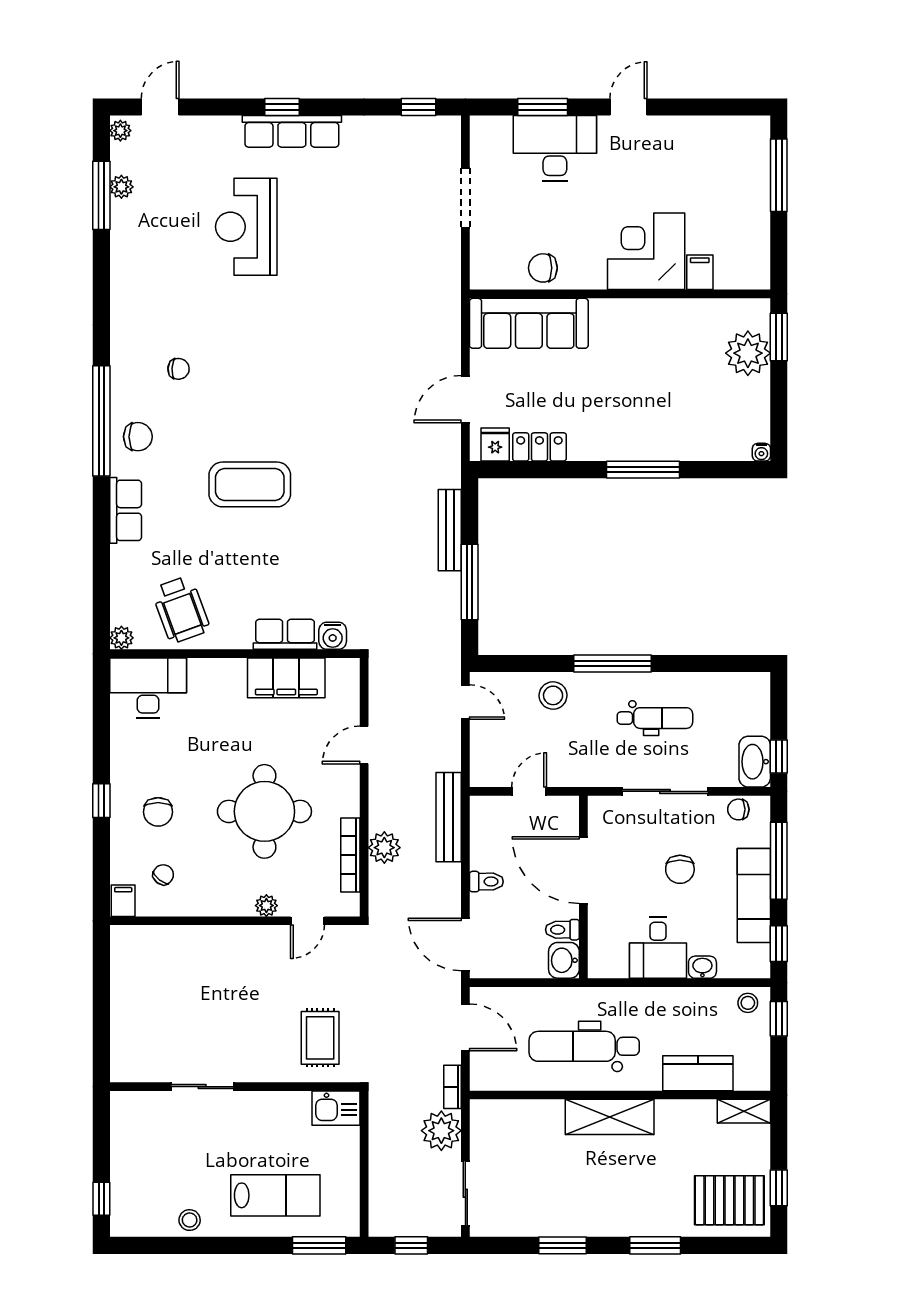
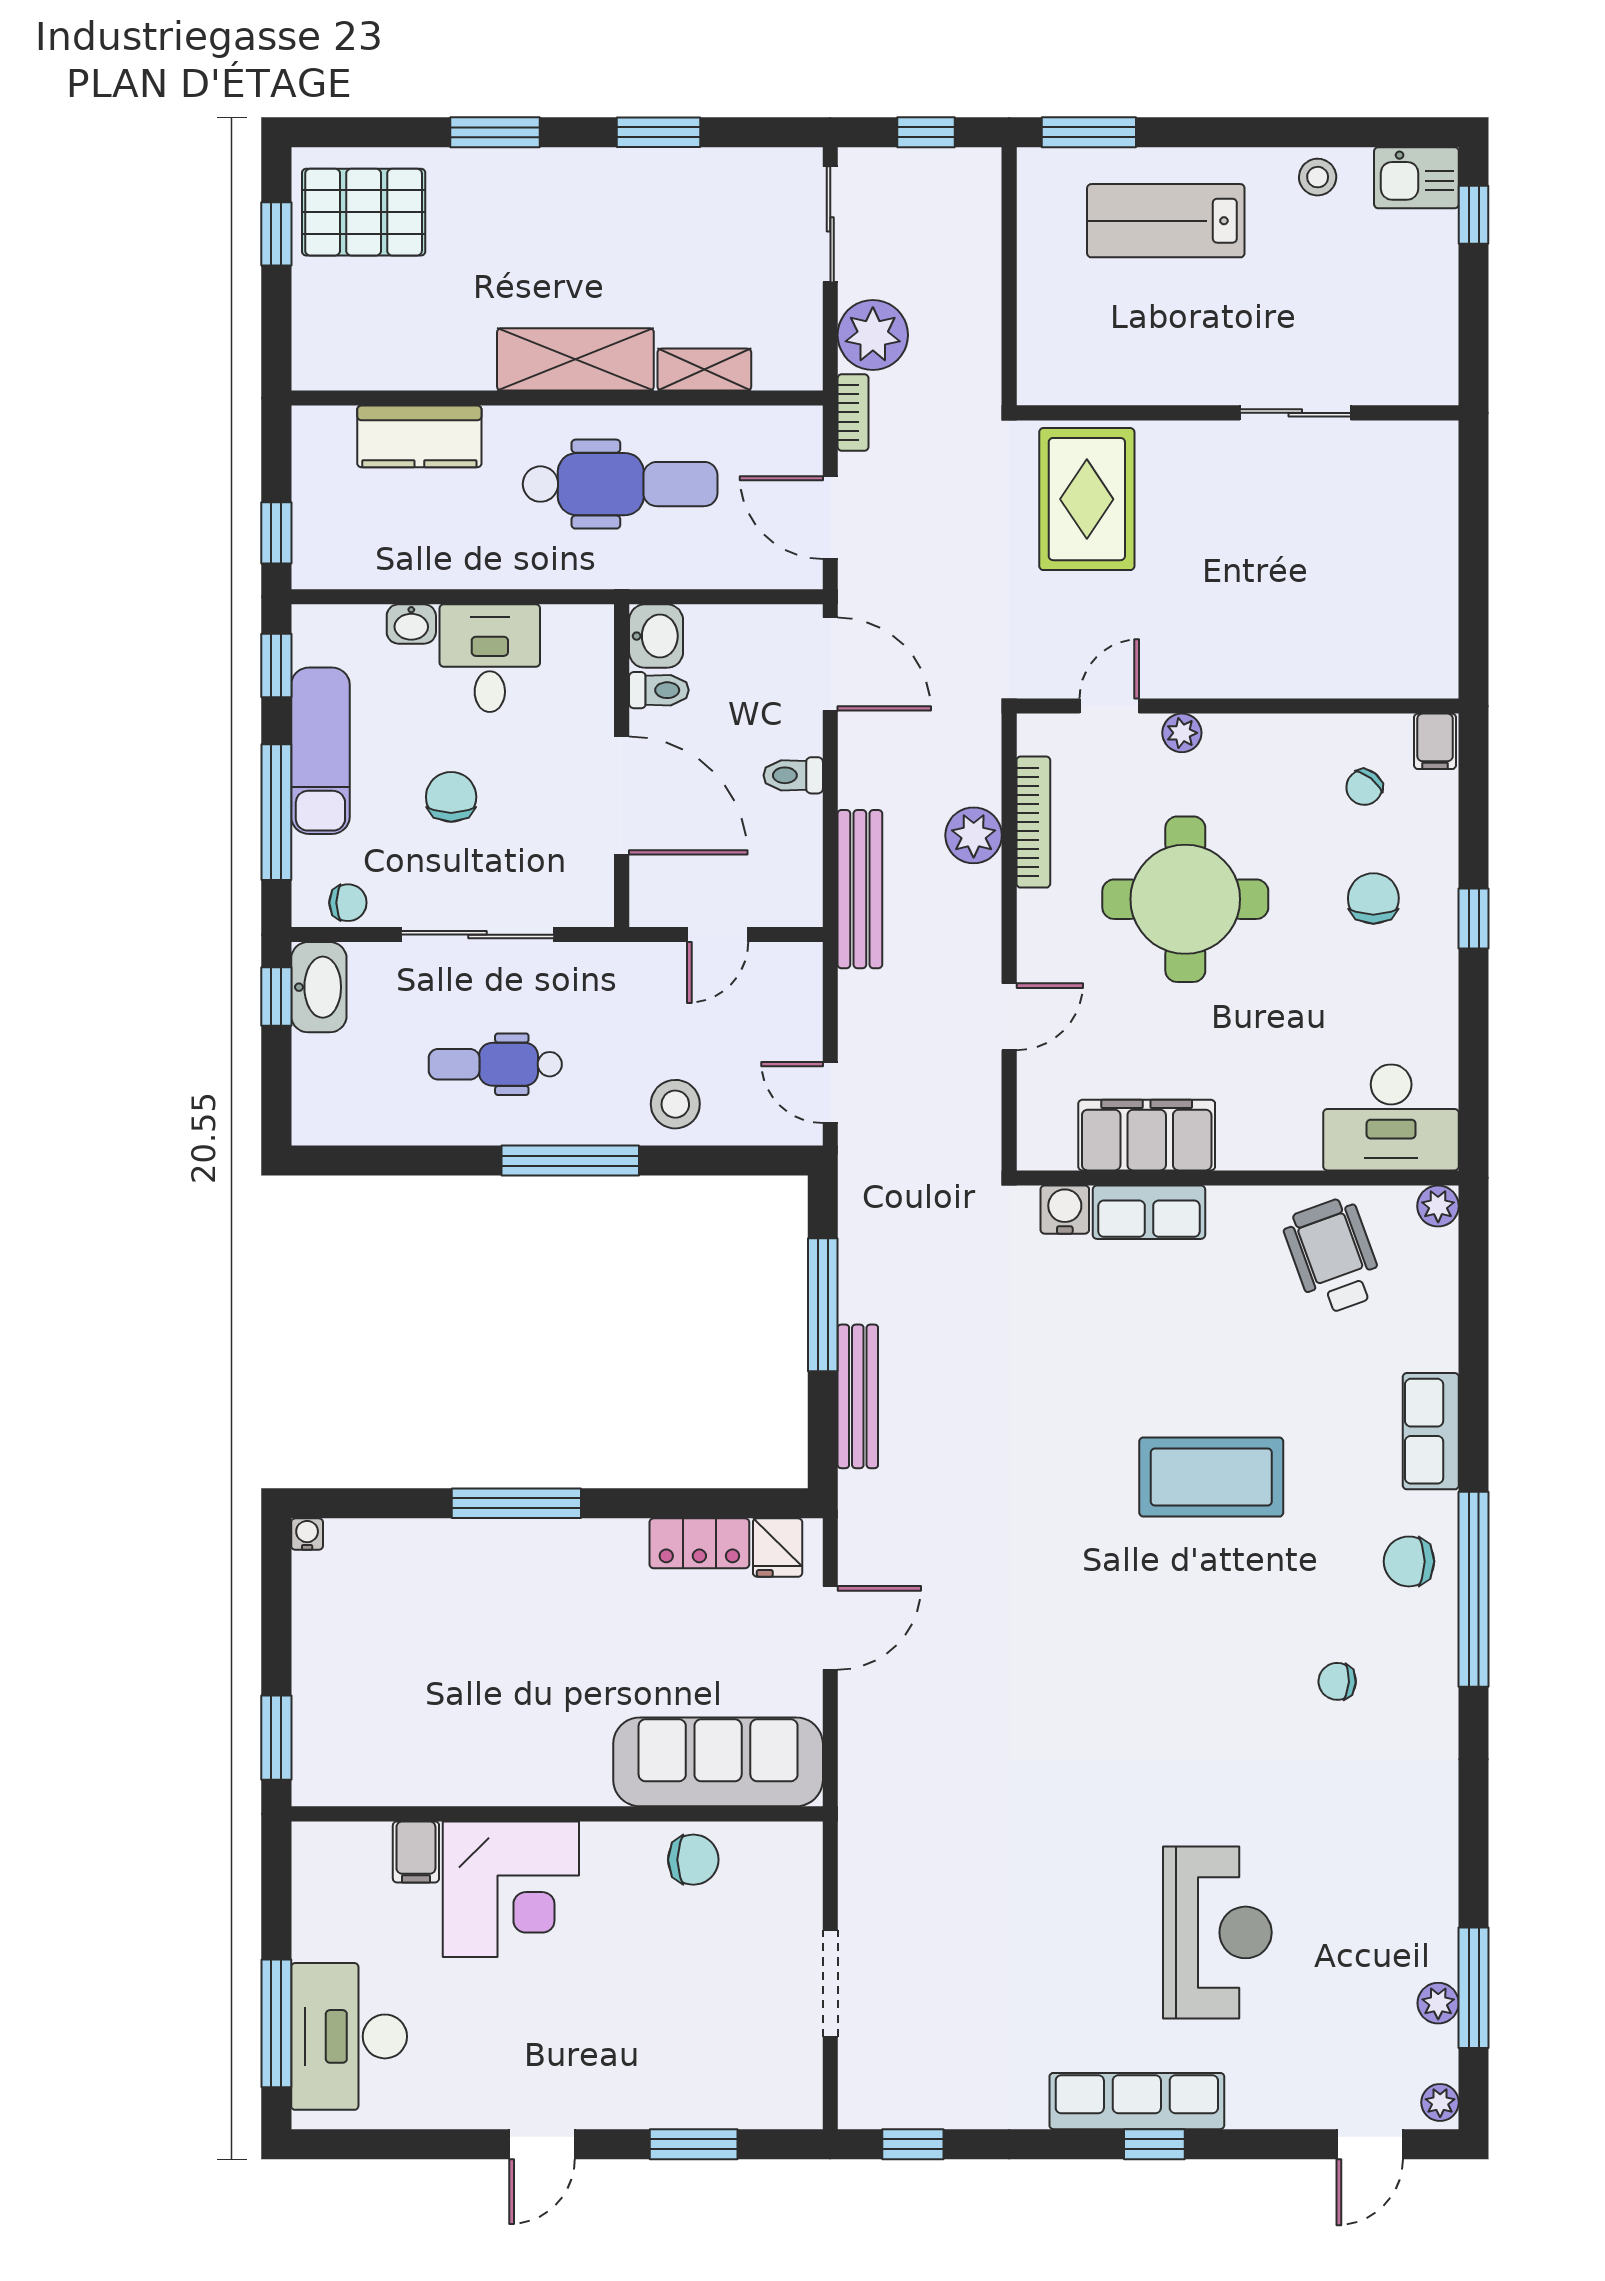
desk: (555, 148) -> (349, 2036), moved, turned 90
plant: (748, 353) -> (331, 1709), removed
stool: (748, 1003) -> (331, 561), removed
rug: (320, 1038) -> (1087, 499), width x1.36, depth x1.43
kitchen sink: (336, 1108) -> (1416, 178), moved, turned 180
shelving: (744, 1111) -> (704, 370), moved

